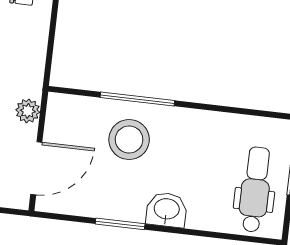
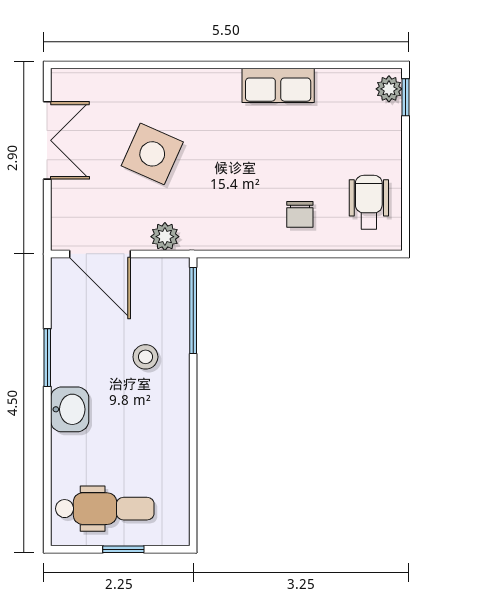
window: (137, 99) -> (193, 310), moved
stool: (129, 139) -> (145, 357), width x0.53, depth x0.53

